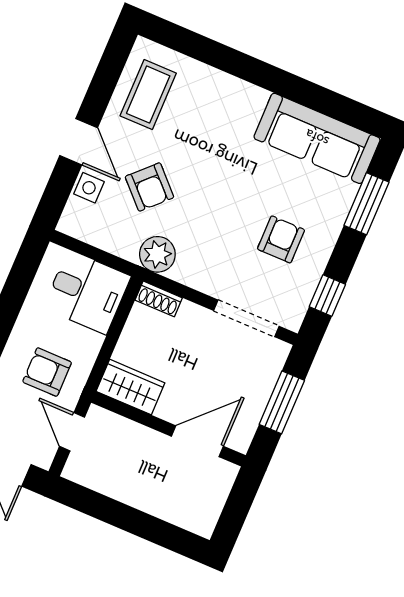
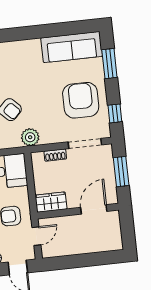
armchair: (281, 239) -> (81, 100), width x1.88, depth x1.88
shoe rack: (159, 299) -> (55, 155), moved
door: (72, 432) -> (36, 236), swing flipped

